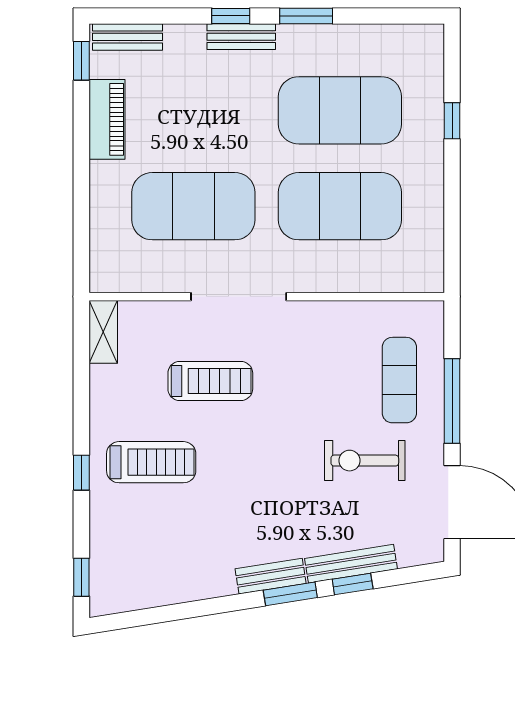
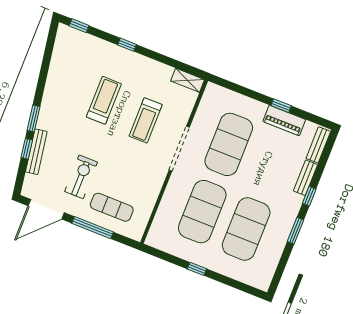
bench: (241, 37) -> (305, 178), moved
window: (81, 61) -> (281, 106), moved
window: (452, 121) -> (197, 269), moved
treadmill: (151, 462) -> (104, 100), moved, turned 180
bench: (271, 576) -> (45, 113), removed

